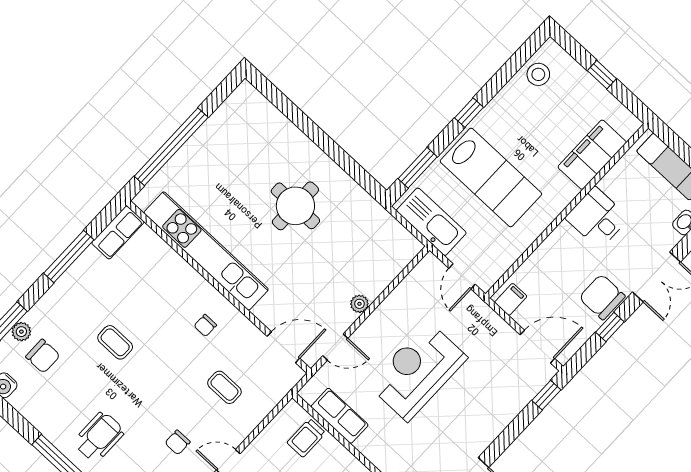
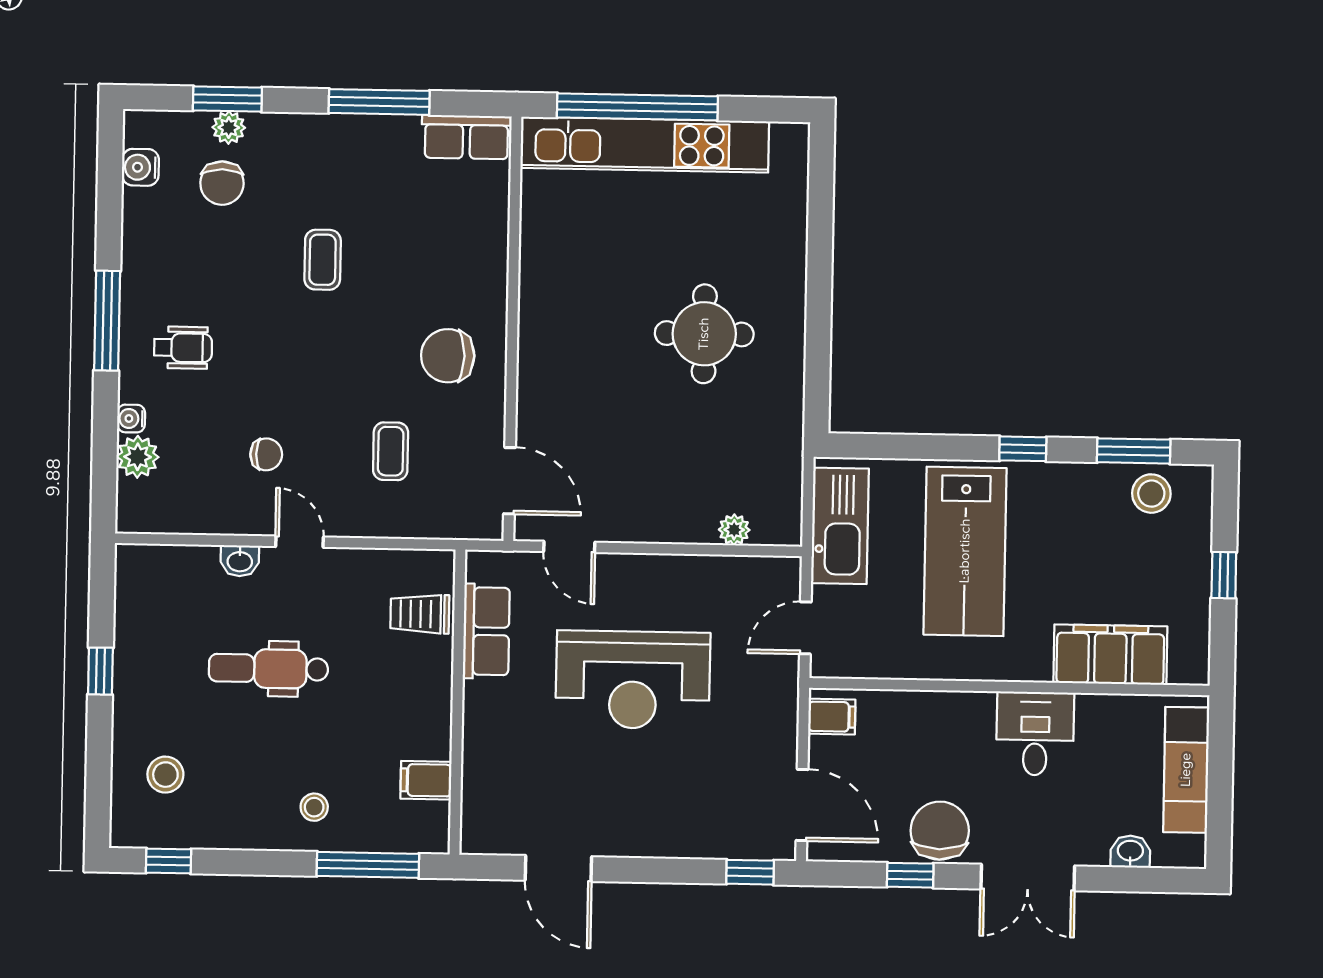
window: (418, 168) -> (1134, 451), moved
kitchen unit: (206, 251) -> (645, 145), moved, turned 90
plant: (359, 304) -> (734, 530), moved
chair: (205, 325) -> (448, 356), width x1.87, depth x1.87
reception desk: (418, 371) -> (633, 680), turned 180
wheelchair: (99, 437) -> (183, 348), width x0.73, depth x0.73
chair: (177, 442) -> (266, 454), turned 180

